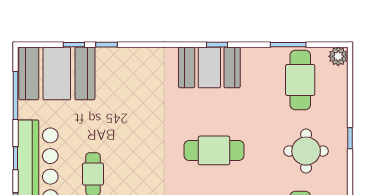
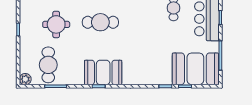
round table: (306, 151) -> (56, 24), moved

